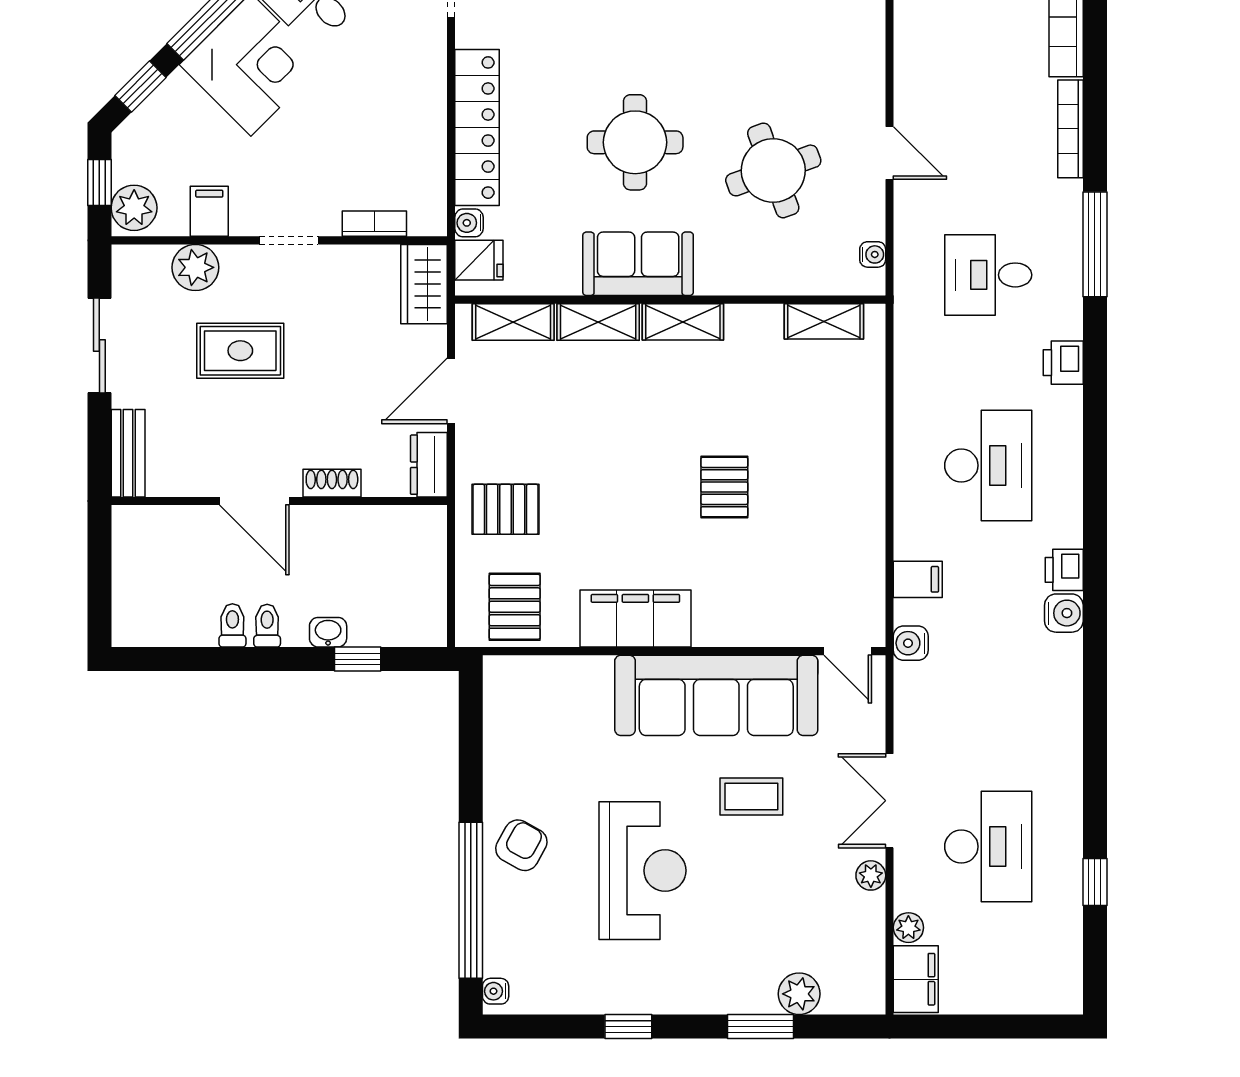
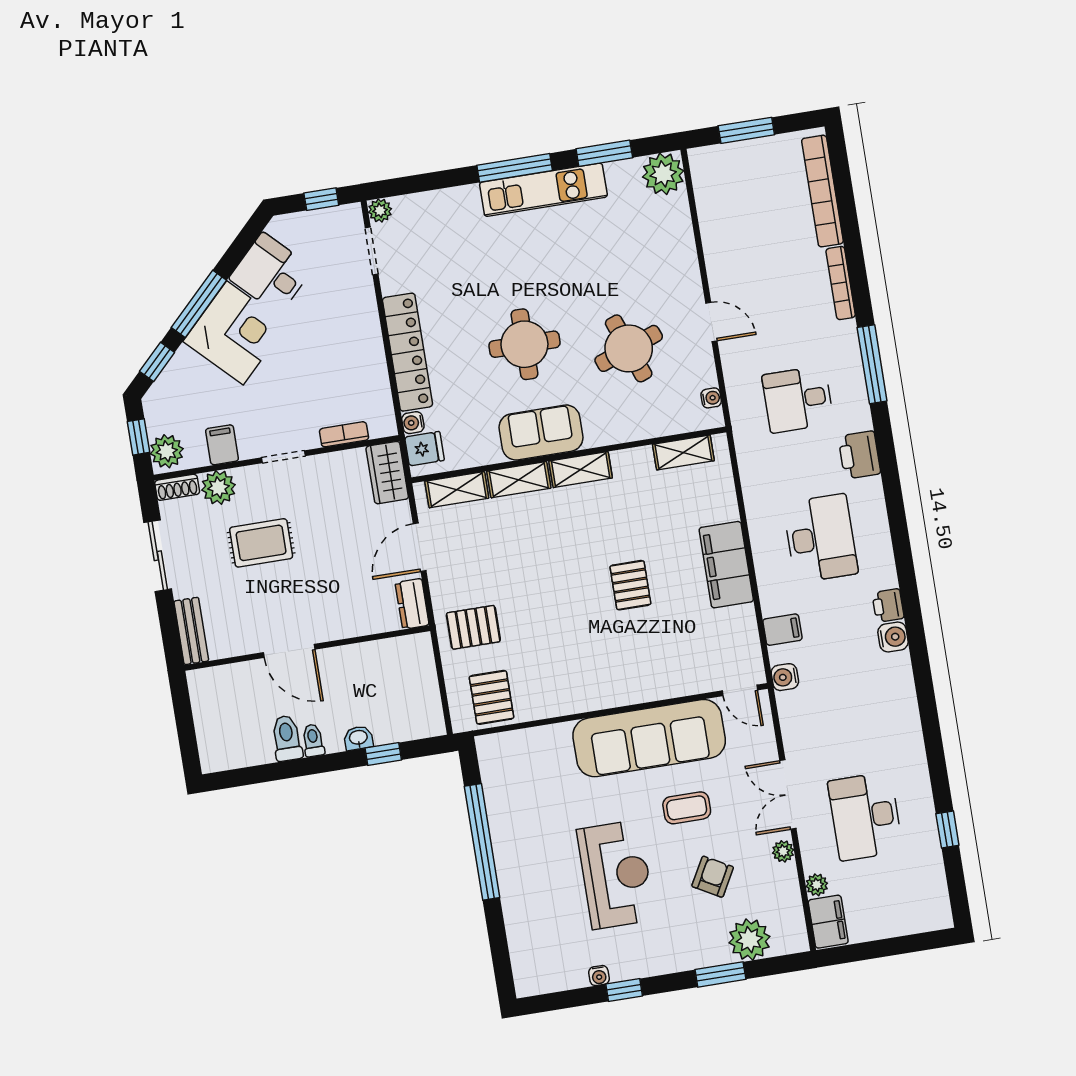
printer: (1063, 363) -> (859, 455), width x1.36, depth x1.24
shoe rack: (332, 483) -> (177, 487), moved, turned 180
filing cabinet: (635, 618) -> (726, 565), moved, turned -90
toilet: (232, 625) -> (287, 738), width x1.37, depth x1.39
armchair: (521, 845) -> (713, 877), moved
desk: (988, 847) -> (865, 816), turned 180
window: (471, 900) -> (482, 842), moved
water cooler: (496, 991) -> (599, 976), moved, turned -90
plant: (799, 994) -> (749, 940), width x1.36, depth x1.36

